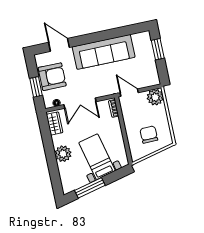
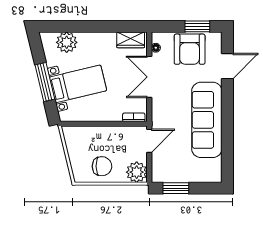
window: (158, 49) -> (176, 188), moved
window: (36, 87) -> (197, 26), moved
chair: (149, 135) -> (102, 166), moved
plant: (63, 154) -> (67, 42), moved
window: (90, 188) -> (45, 82), moved

